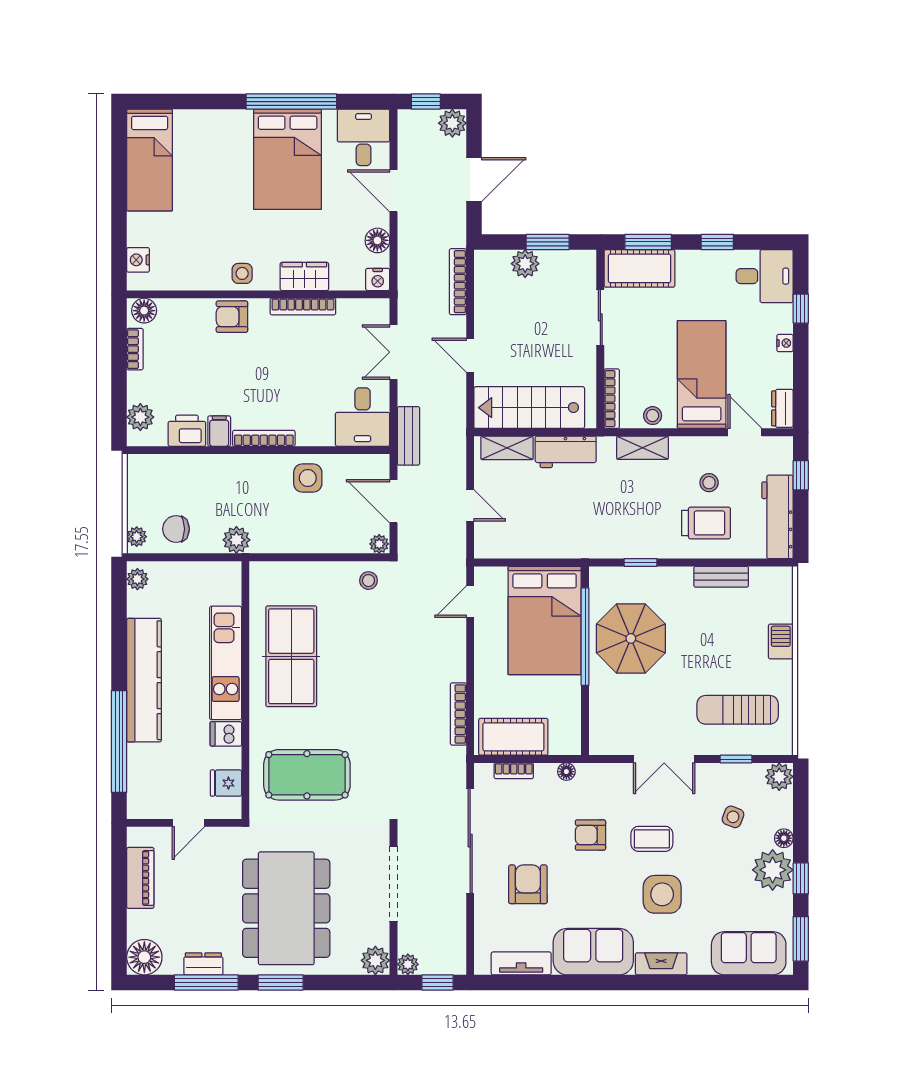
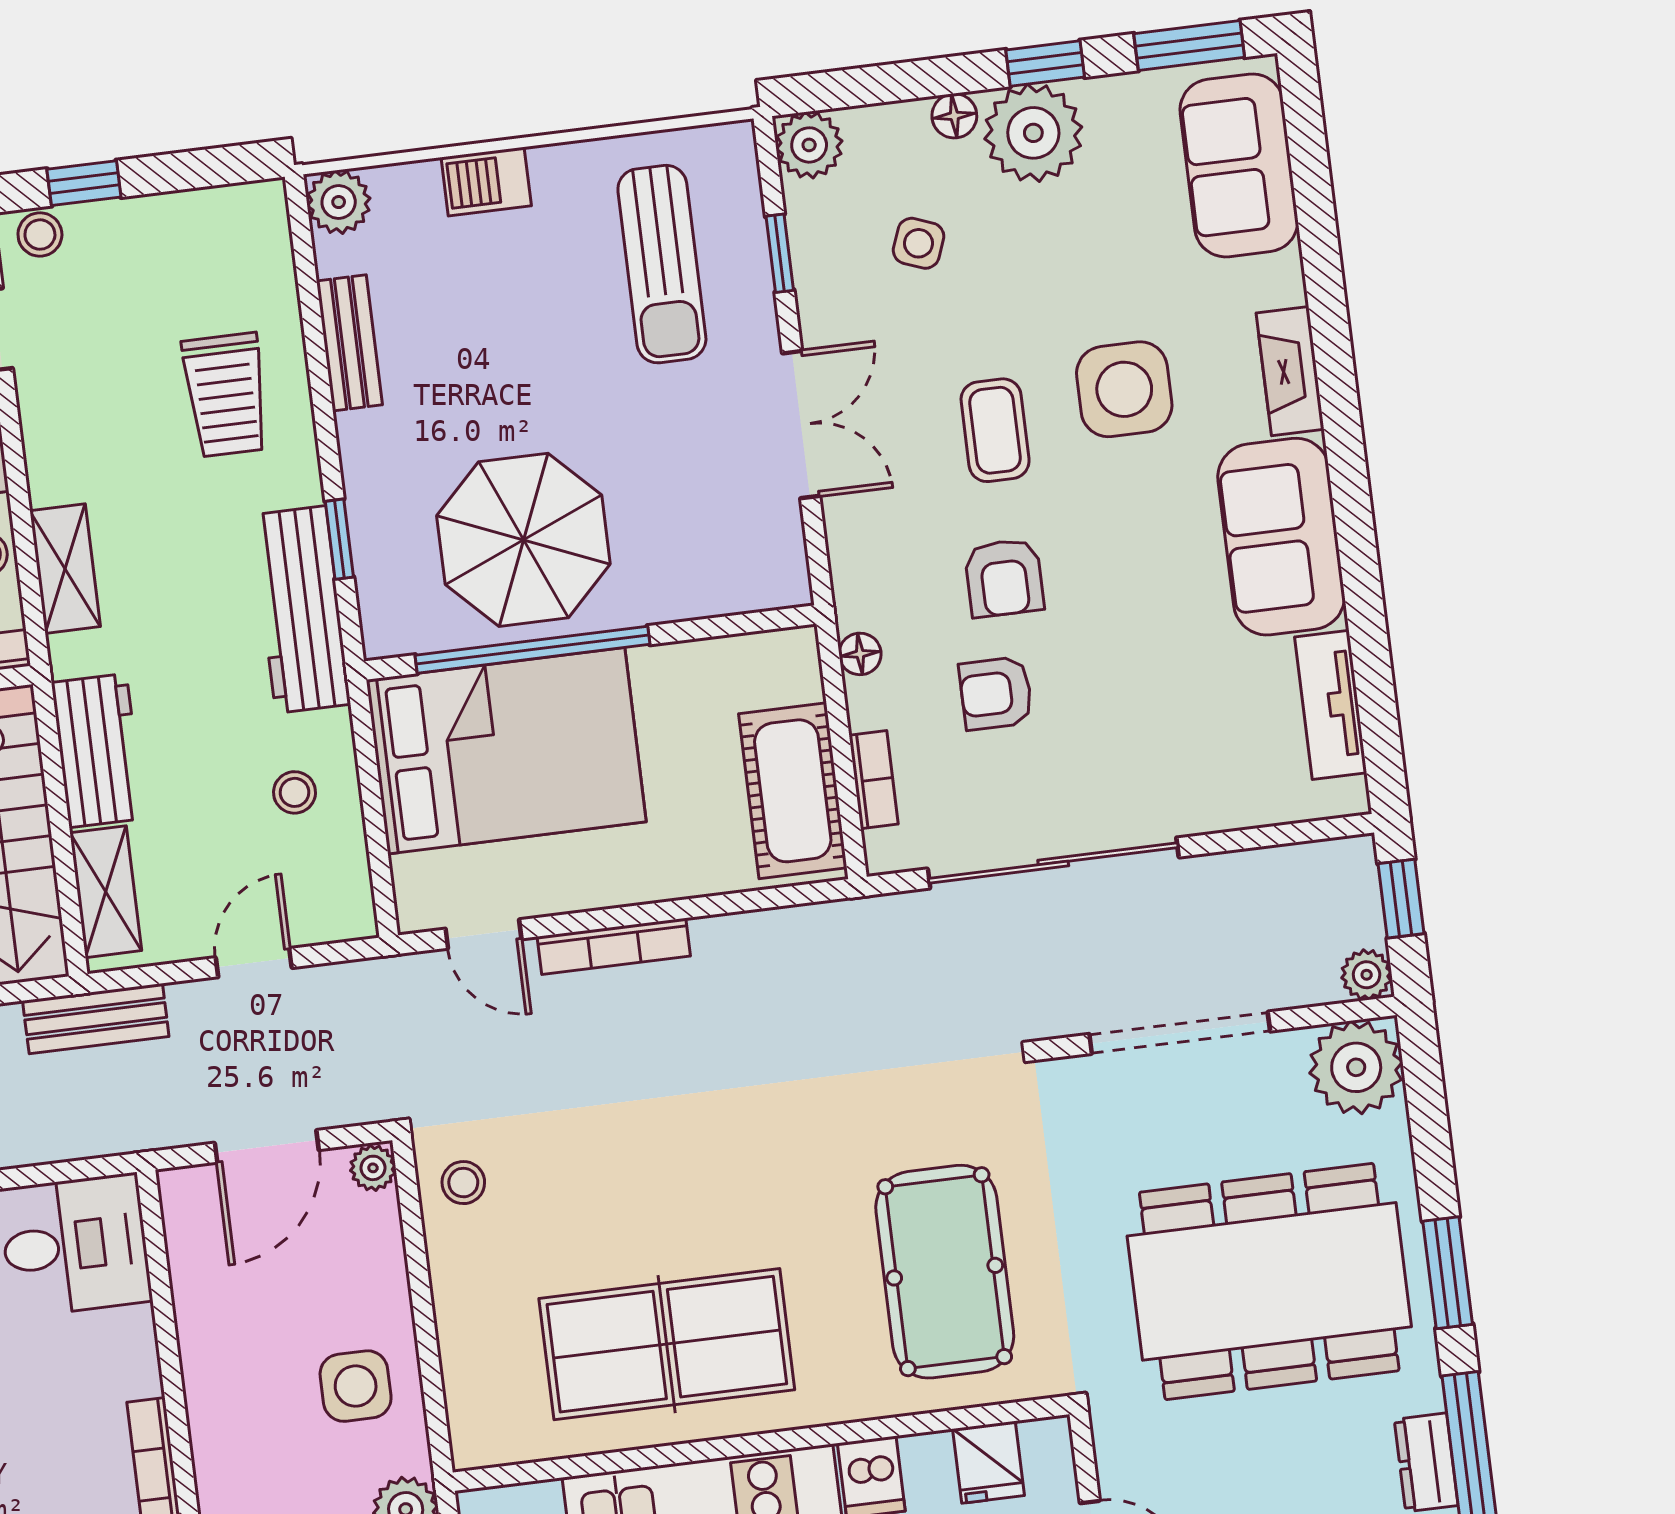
bench: (409, 436) -> (96, 1019), moved
side table: (308, 478) -> (356, 1386), moved
stool: (709, 483) -> (40, 235), moved
workbench: (777, 517) -> (301, 610), moved, turned 90
trolley: (706, 523) -> (226, 395), turned 180
stool: (538, 531) -> (295, 792), added
plant: (780, 579) -> (339, 202), added
bookcase: (458, 714) -> (614, 946), moved
armchair: (528, 884) -> (996, 693), moved, width x0.72, depth x0.72
plant: (375, 960) -> (1356, 1067), width x1.36, depth x1.36

